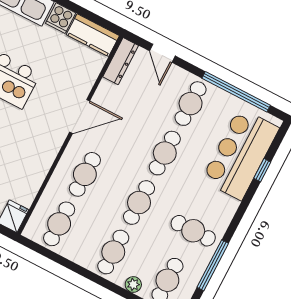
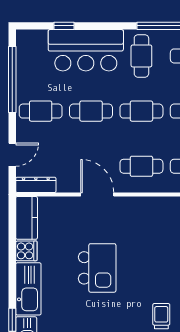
bar counter: (240, 154) -> (86, 50), moved

